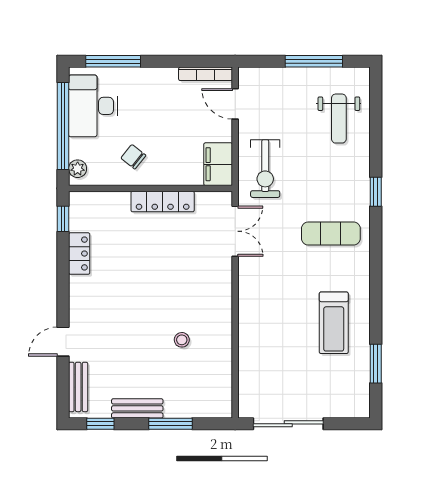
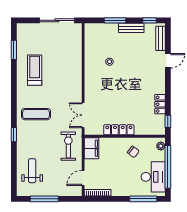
door: (235, 104) -> (83, 178), swing flipped

